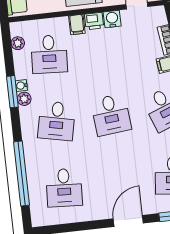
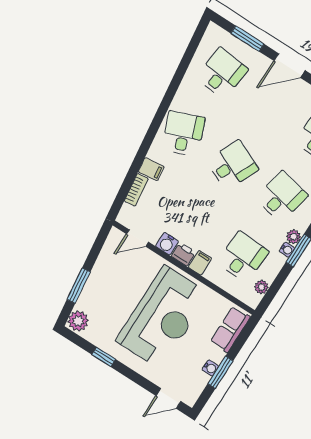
desk: (111, 115) -> (232, 165), turned 30

